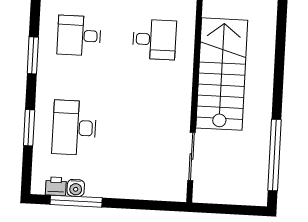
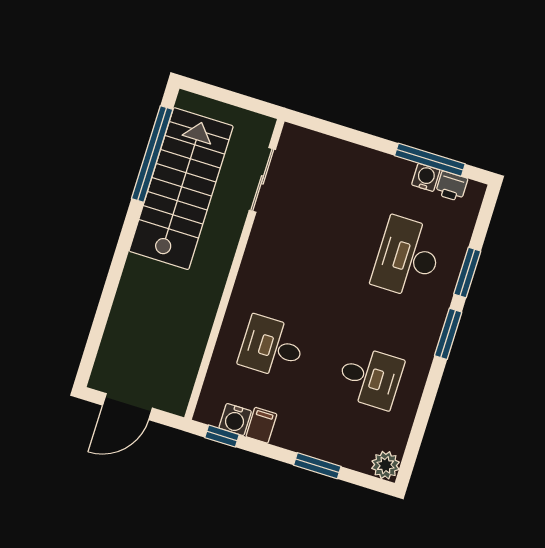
window: (33, 55) -> (448, 334), moved
stairs: (222, 74) -> (181, 189), moved, turned 180
desk: (74, 128) -> (407, 257), turned 180

